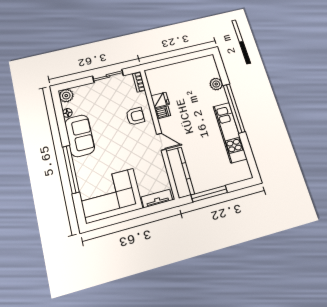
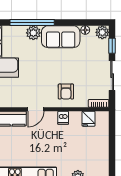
window: (78, 83) -> (112, 46), added
fridge: (160, 100) -> (89, 119), moved
plant: (82, 165) -> (33, 33), added

